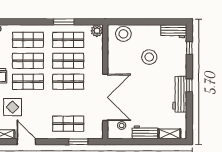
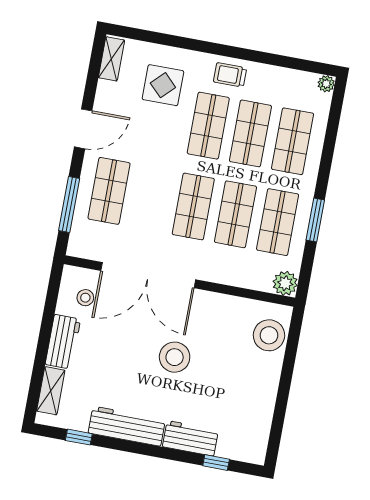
workbench: (174, 31) -> (190, 438), moved, turned 90
stool: (149, 57) -> (175, 357), moved
window: (189, 85) -> (79, 437), moved
door: (26, 142) -> (83, 129), moved
window: (78, 142) -> (69, 205), width x1.44

